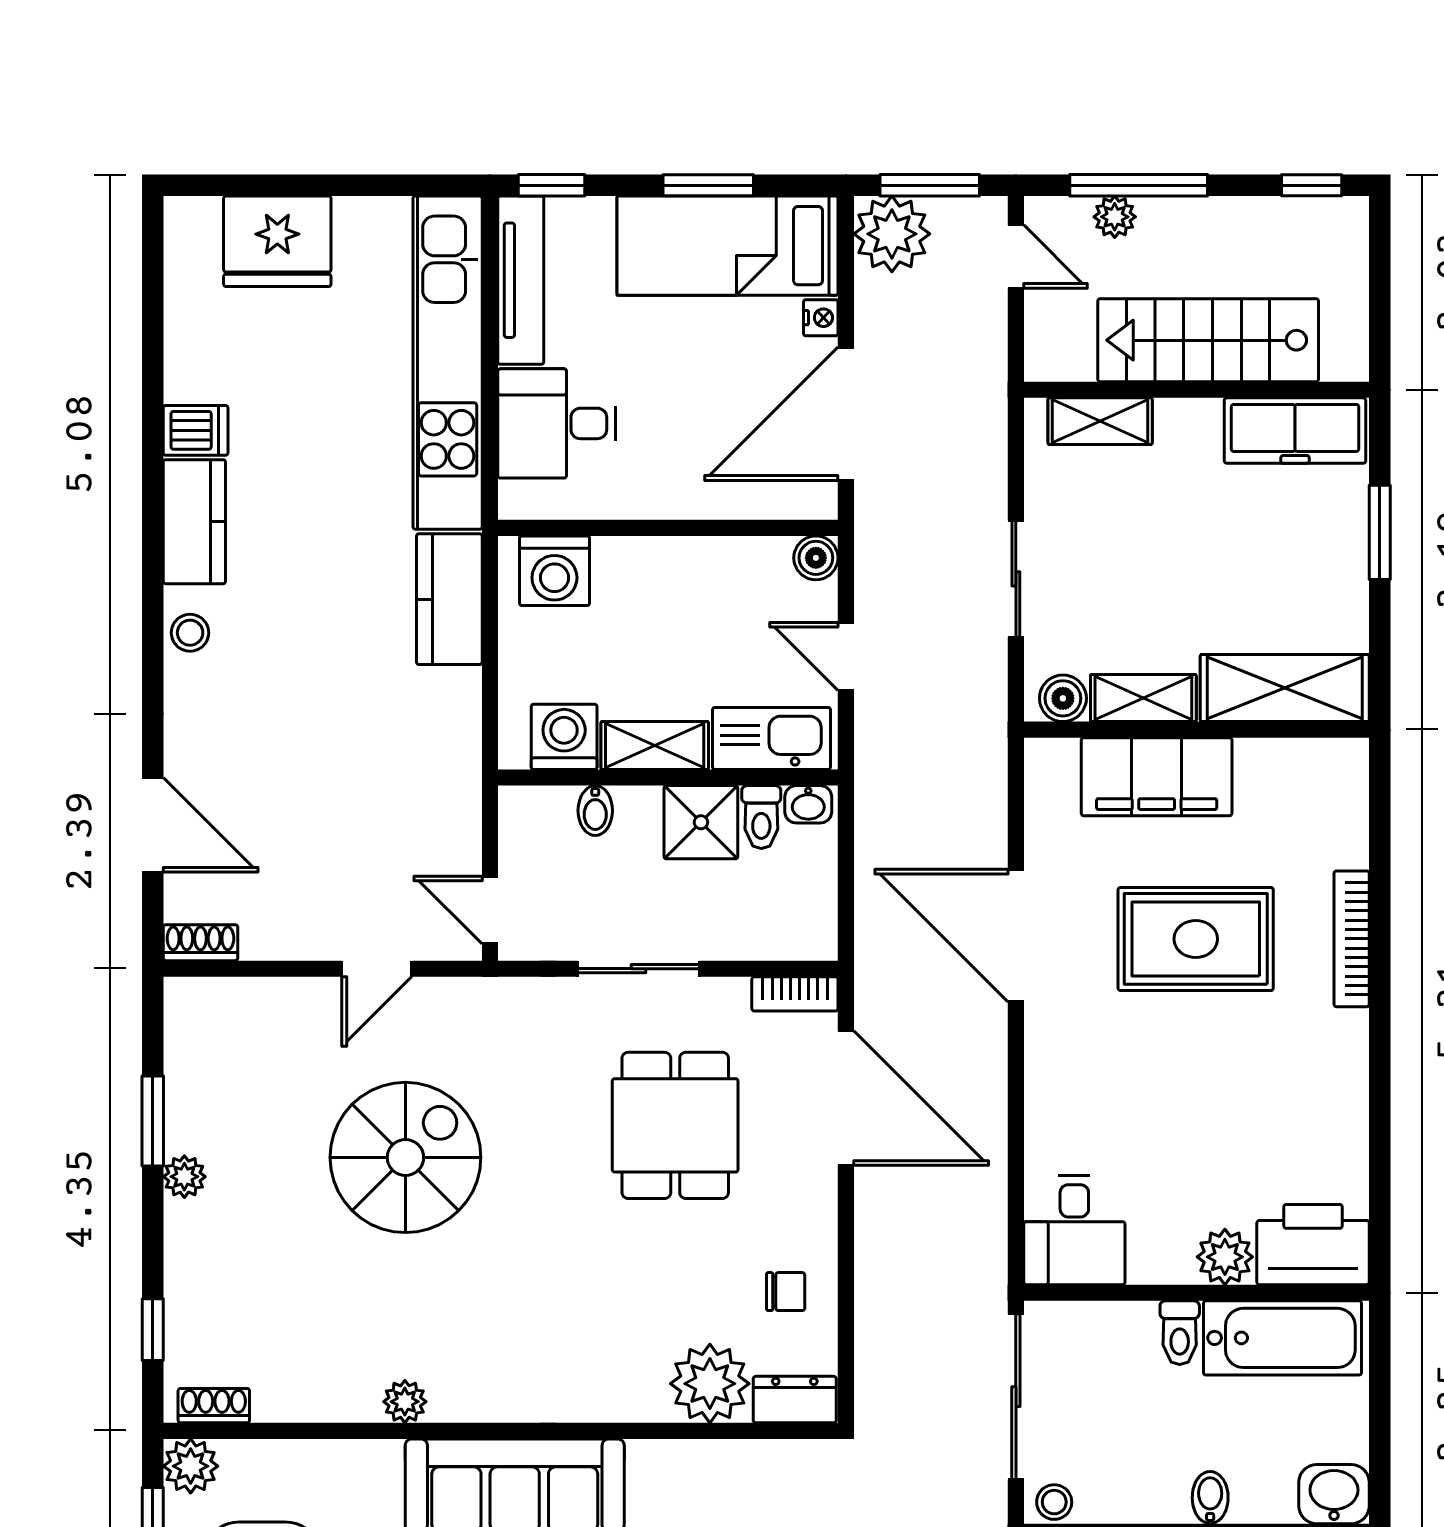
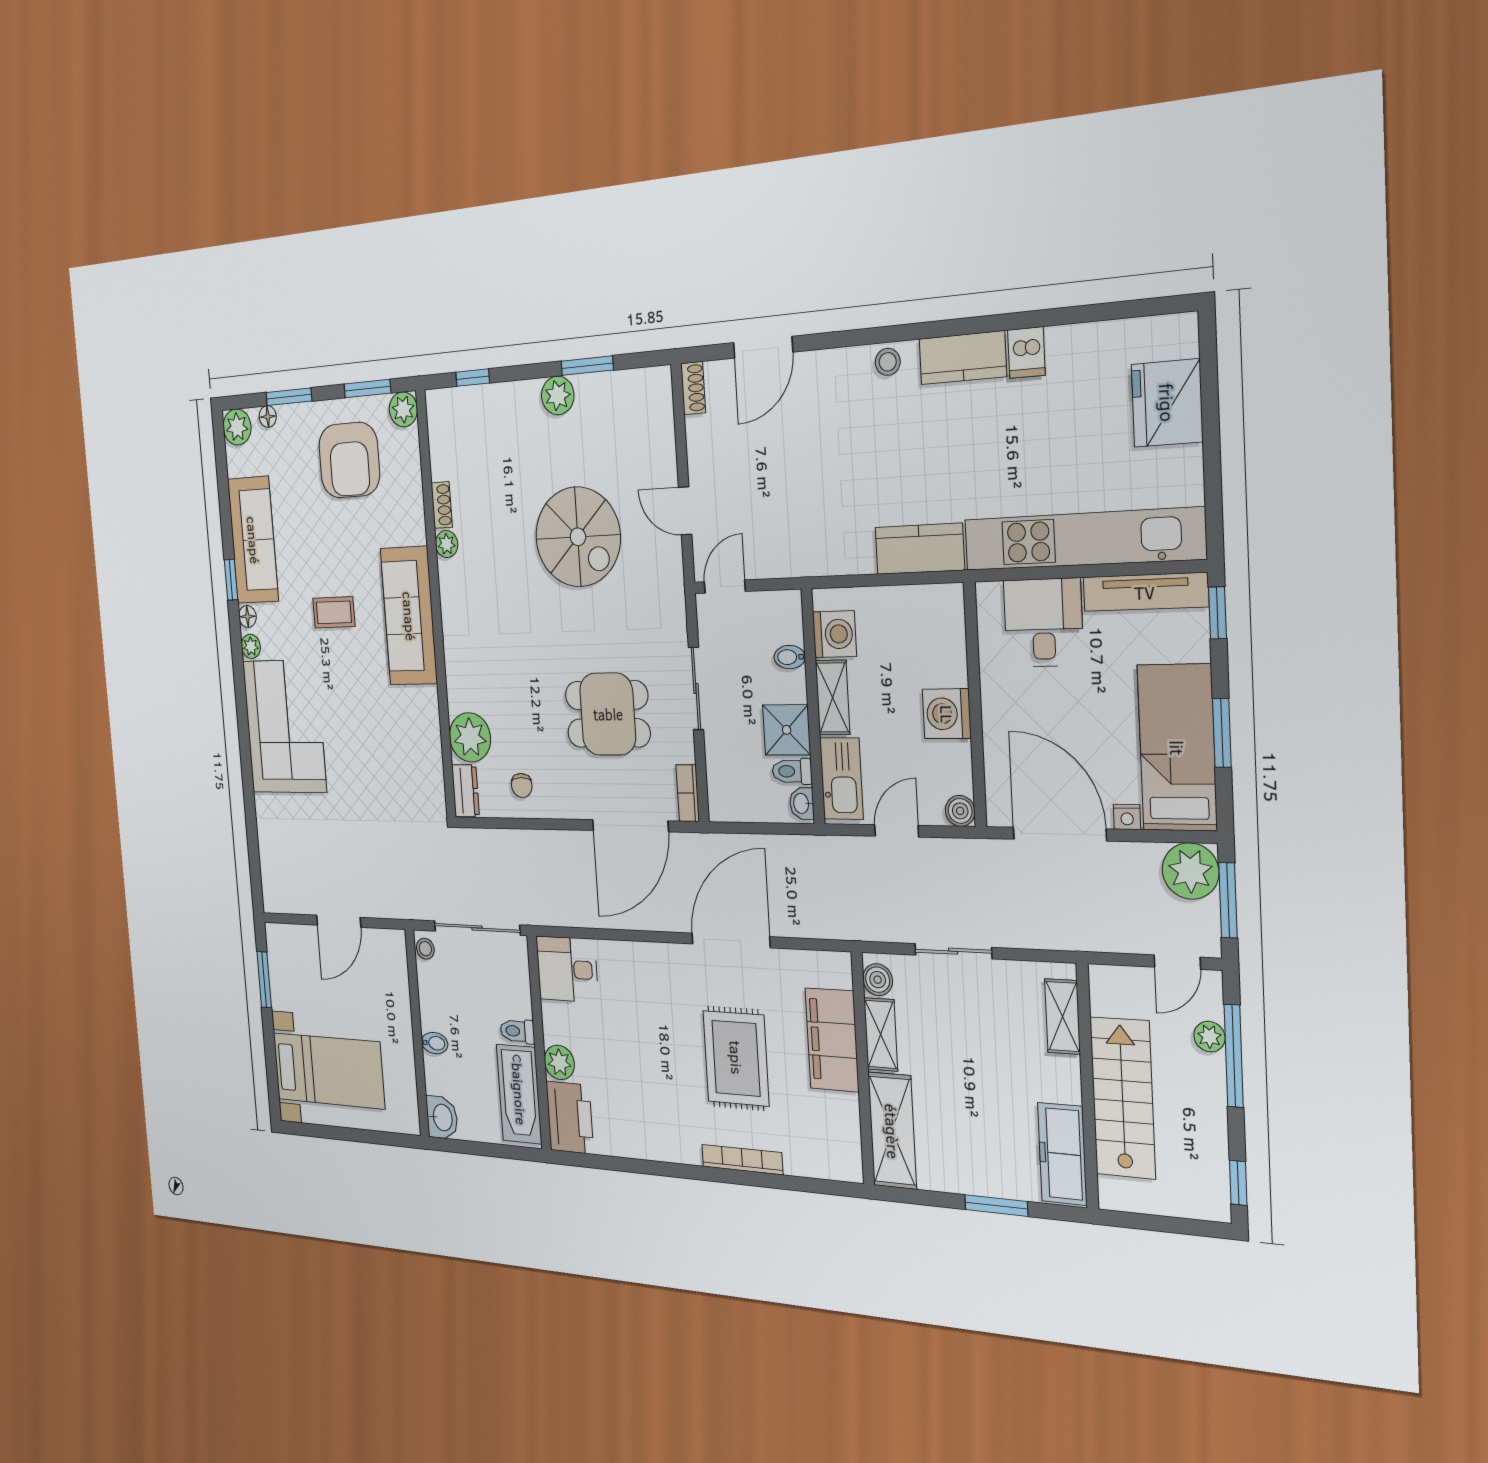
washing machine: (554, 571) -> (947, 714), moved
plant: (184, 1177) -> (558, 395), width x1.38, depth x1.38
shoe rack: (214, 1406) -> (442, 505), moved

